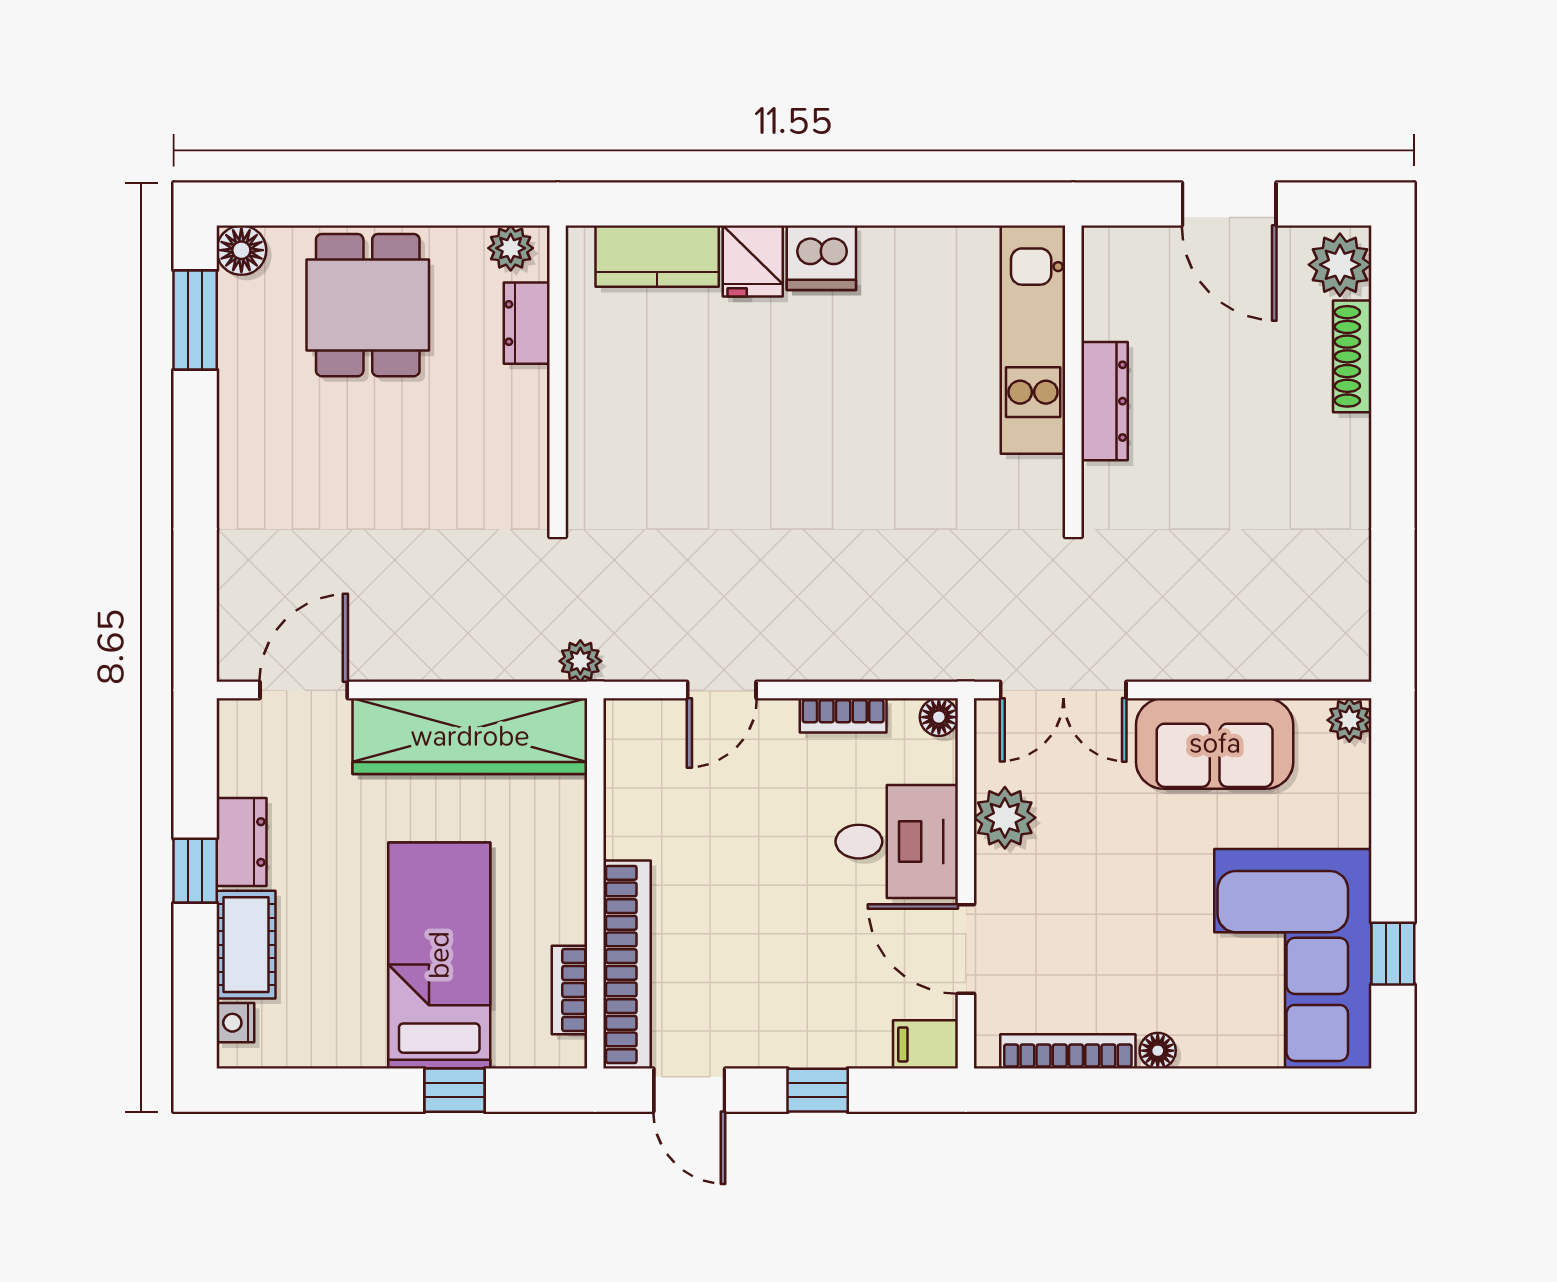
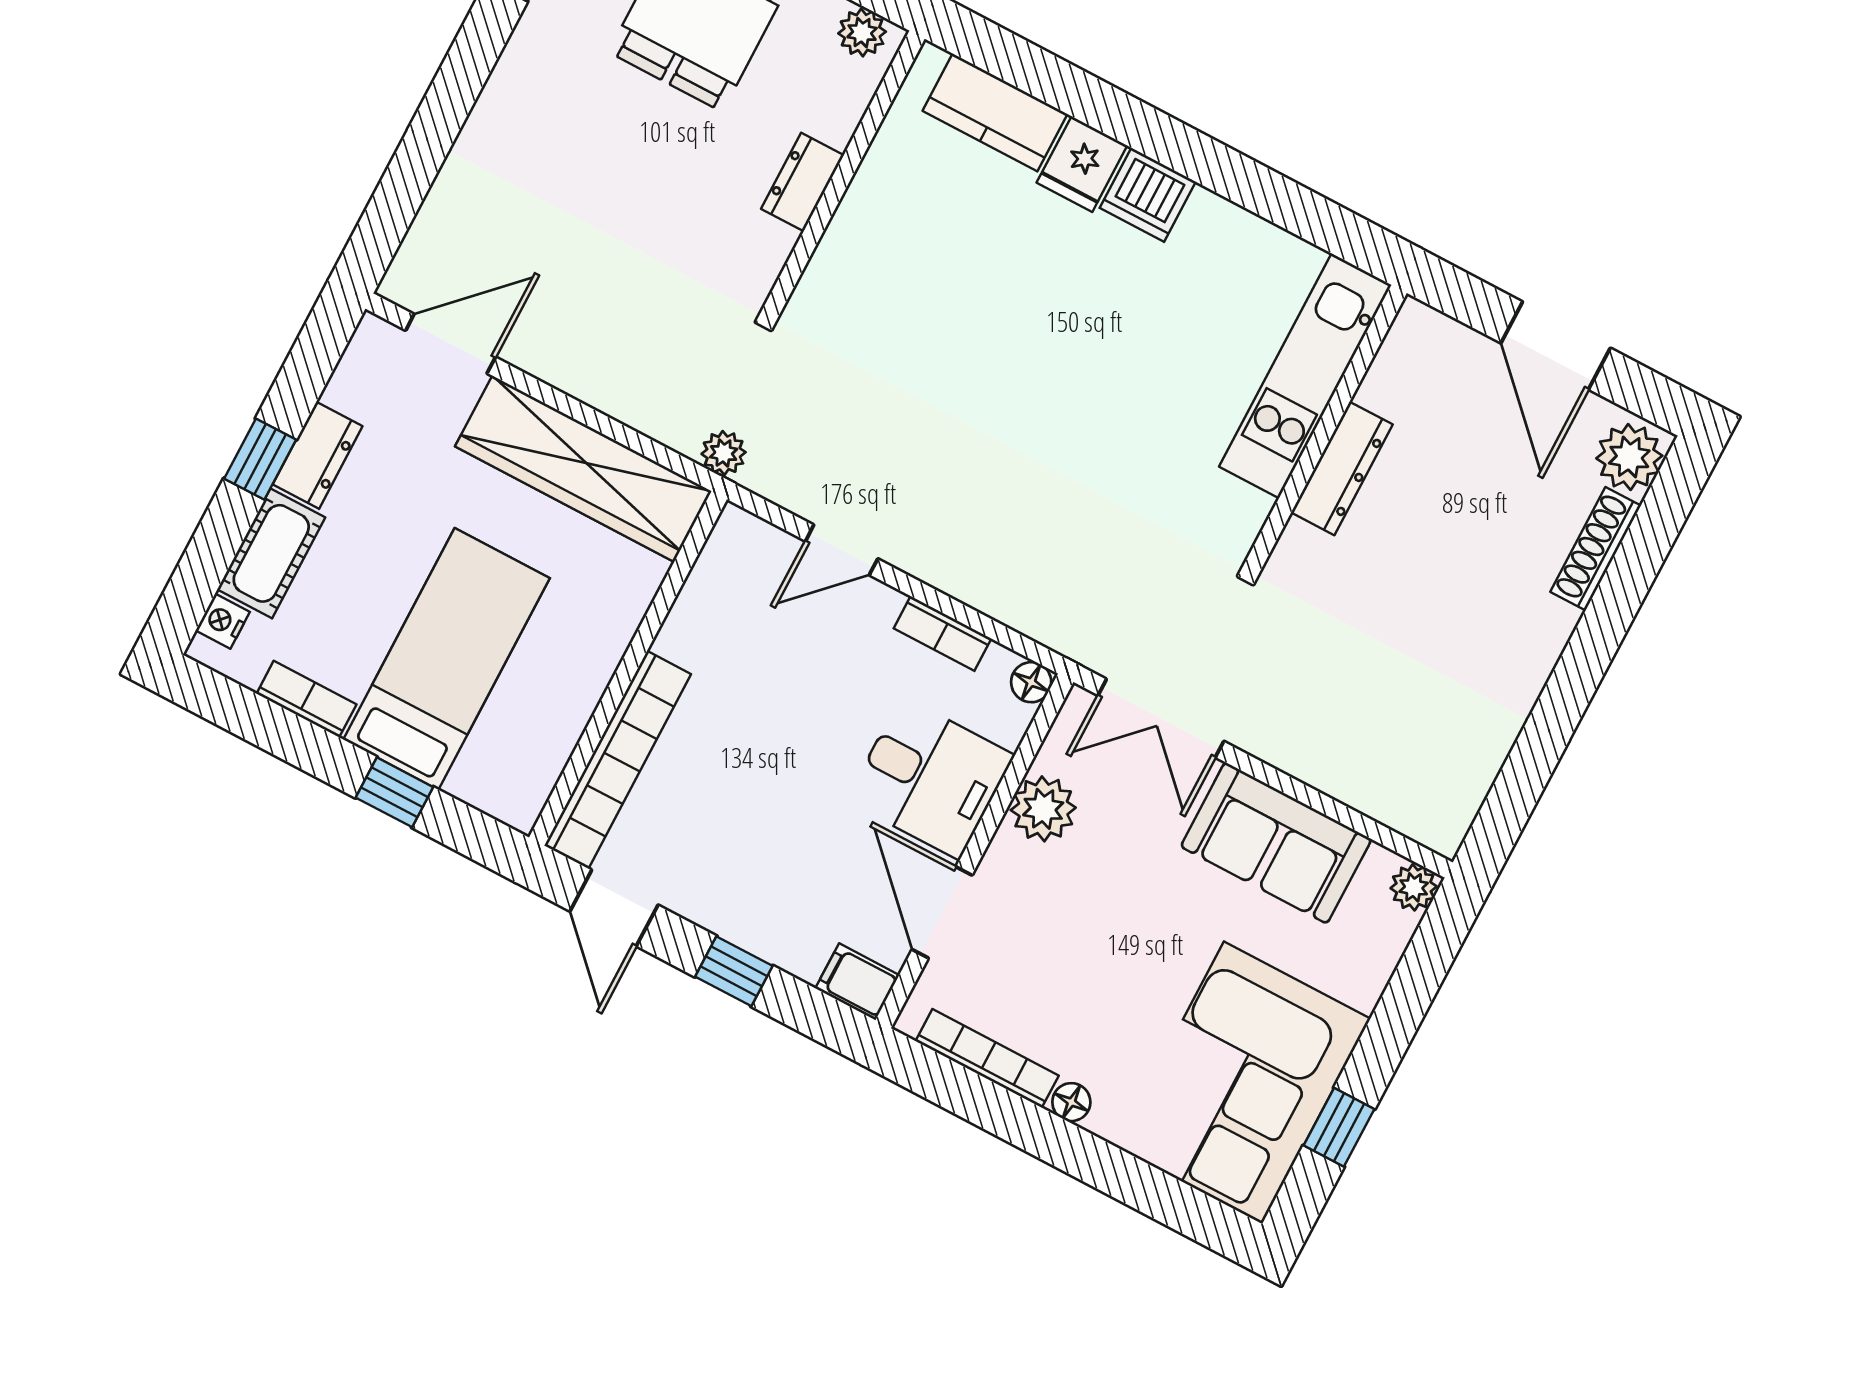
dresser: (527, 323) -> (802, 182), moved
bookcase: (570, 990) -> (306, 699), moved, turned 90

